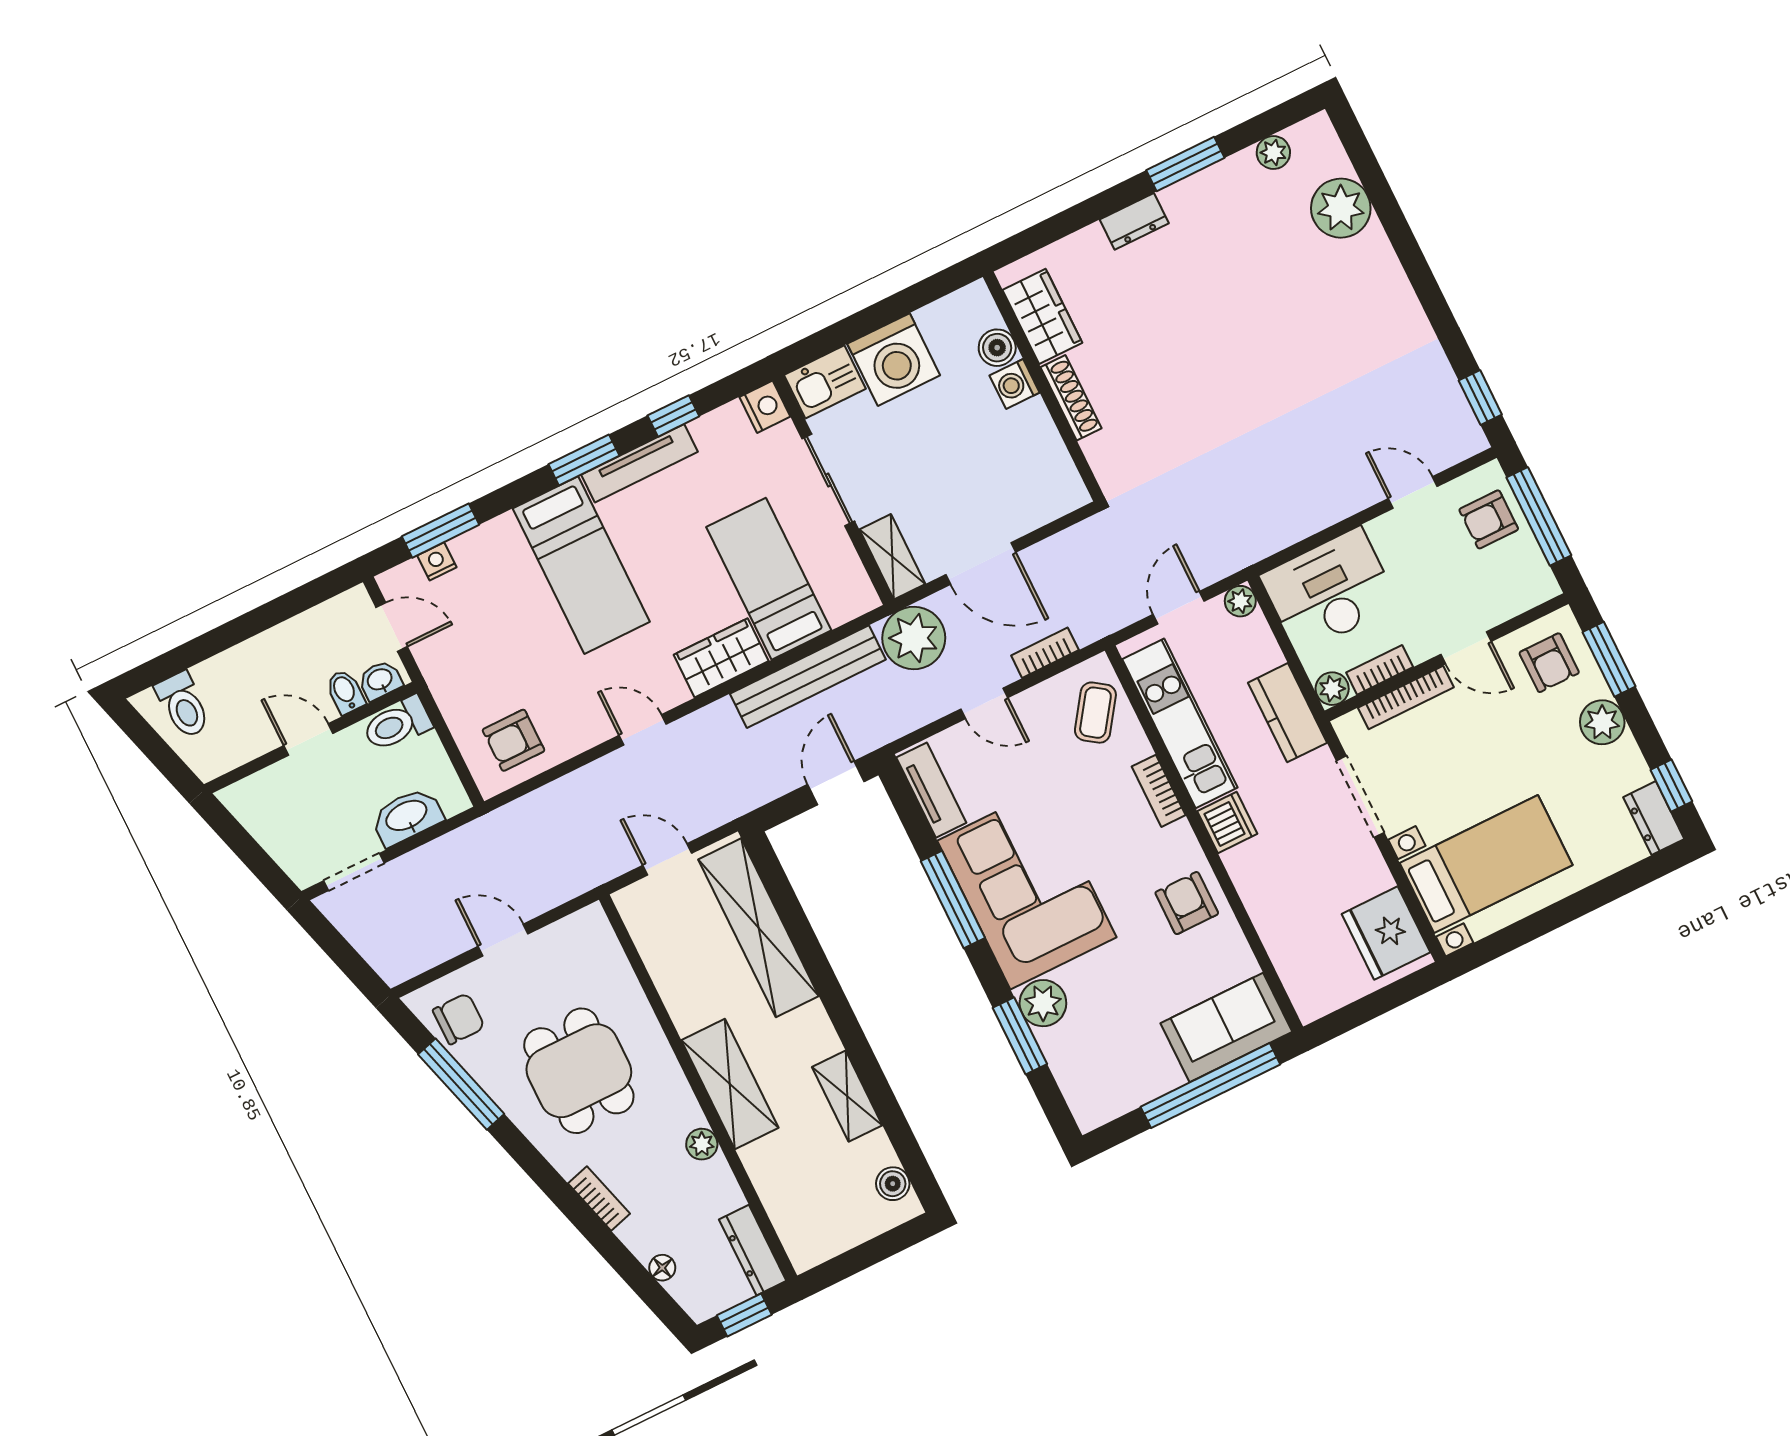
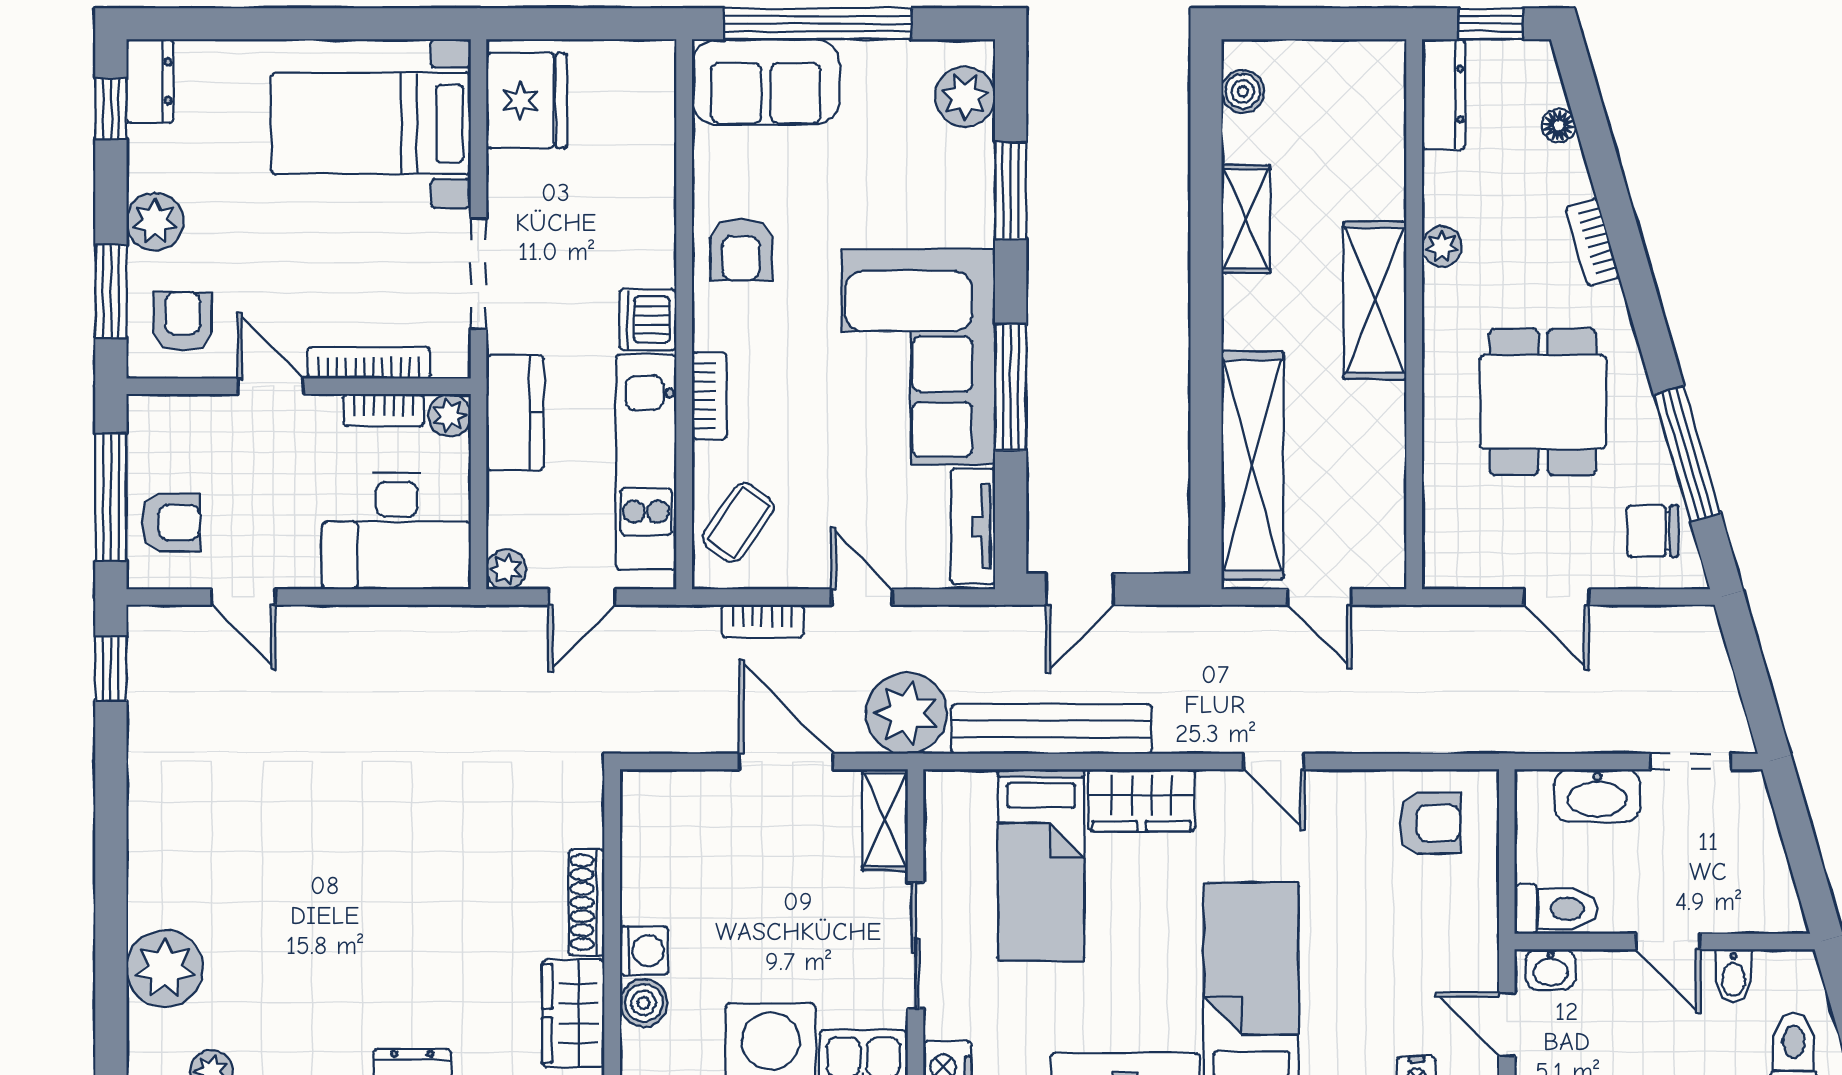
bidet: (345, 692) -> (1733, 976), moved
plant: (1043, 1003) -> (965, 97), moved

